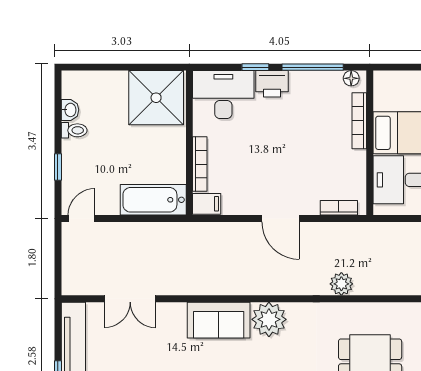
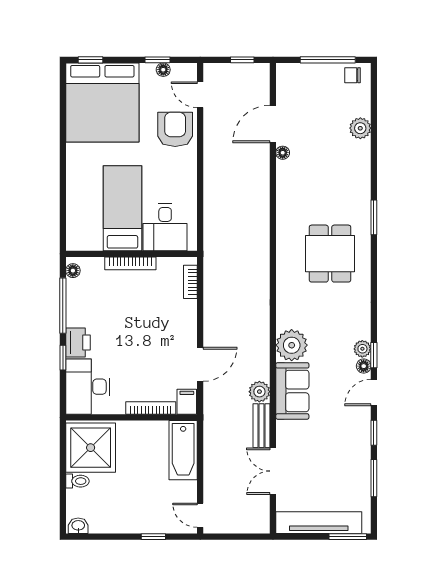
washbasin: (70, 110) -> (78, 526), moved
bookcase: (359, 121) -> (130, 263), moved
toilet: (74, 130) -> (77, 481), moved, turned 90
door: (281, 219) -> (200, 364), moved
plant: (341, 284) -> (259, 392), moved
bench: (180, 286) -> (262, 426), added
double door: (130, 299) -> (273, 471), swing flipped

